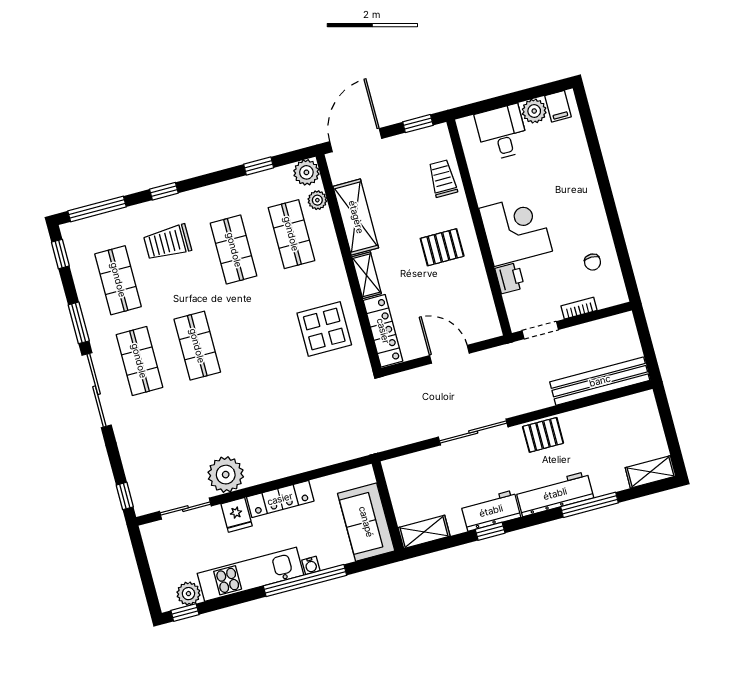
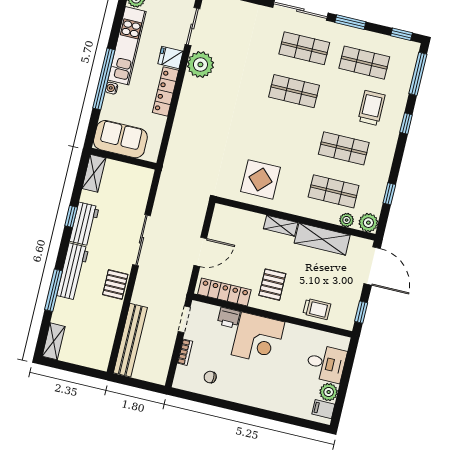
locker: (383, 331) -> (224, 292), moved, turned 180

